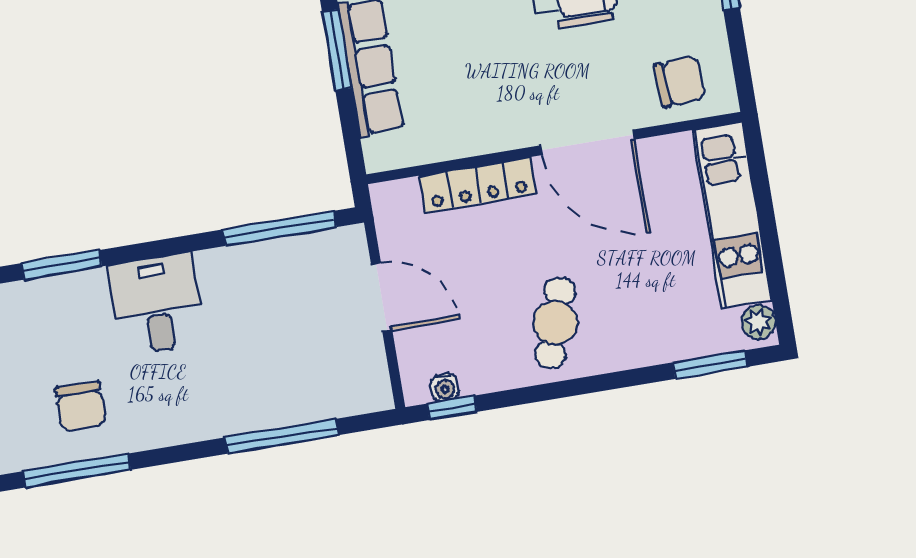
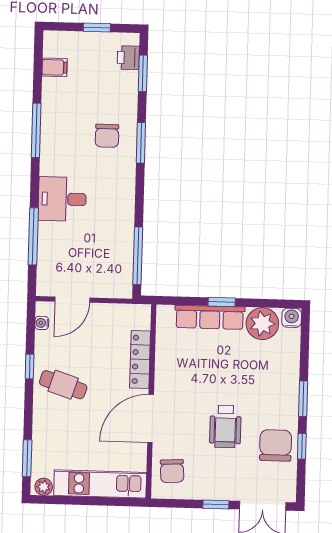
window: (337, 50) -> (222, 302), width x0.67
door: (382, 297) -> (72, 300), moved
desk: (157, 304) -> (62, 199), moved, turned 180
chair: (81, 406) -> (107, 136), moved, turned -90
window: (452, 408) -> (30, 366), moved

